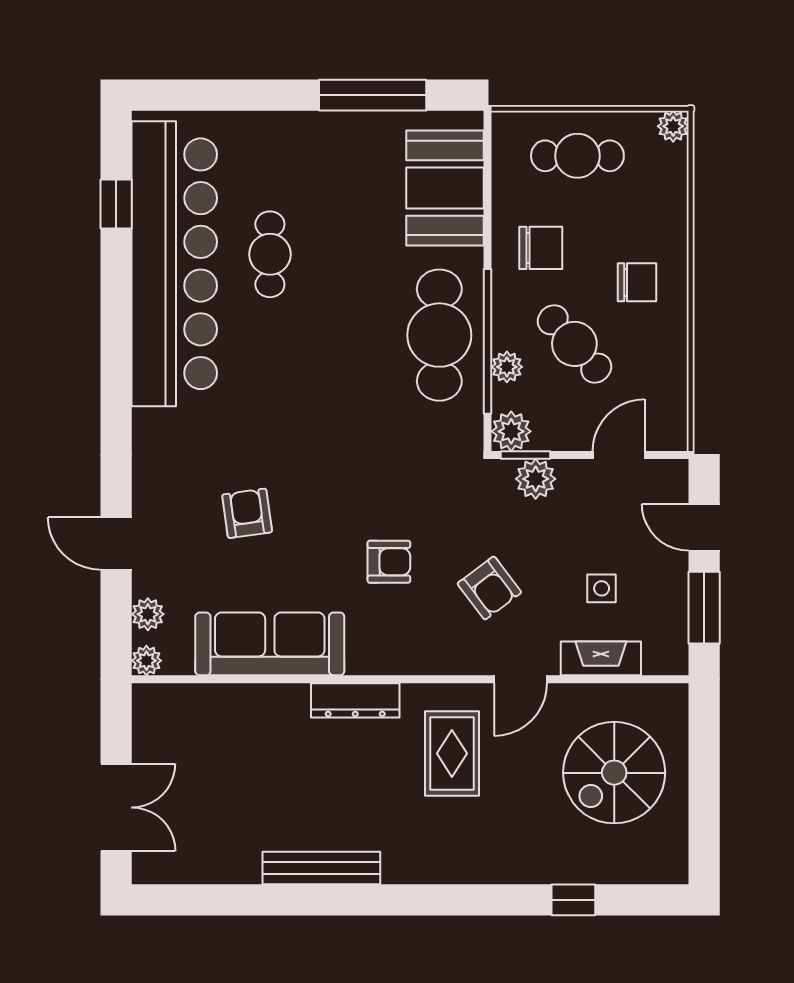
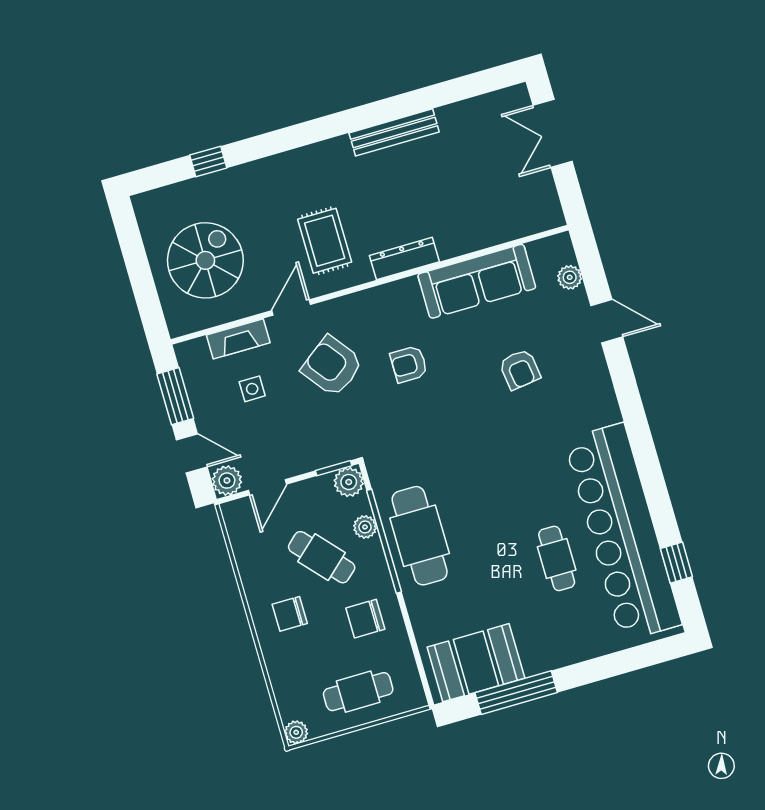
booth: (445, 188) -> (476, 663), moved, turned 90
plant: (536, 479) -> (227, 481), moved
armchair: (489, 588) -> (332, 366), width x1.38, depth x1.38
plant: (146, 661) -> (561, 244), removed

